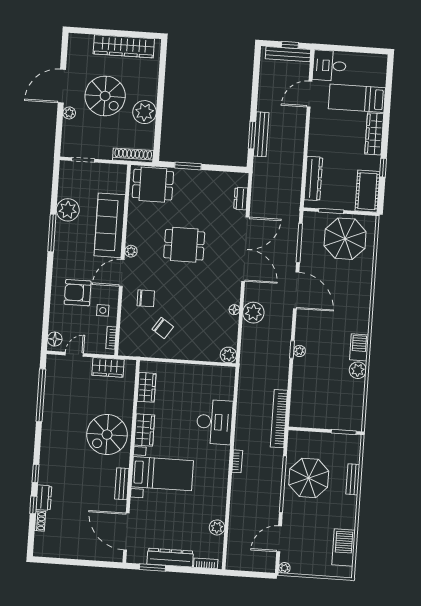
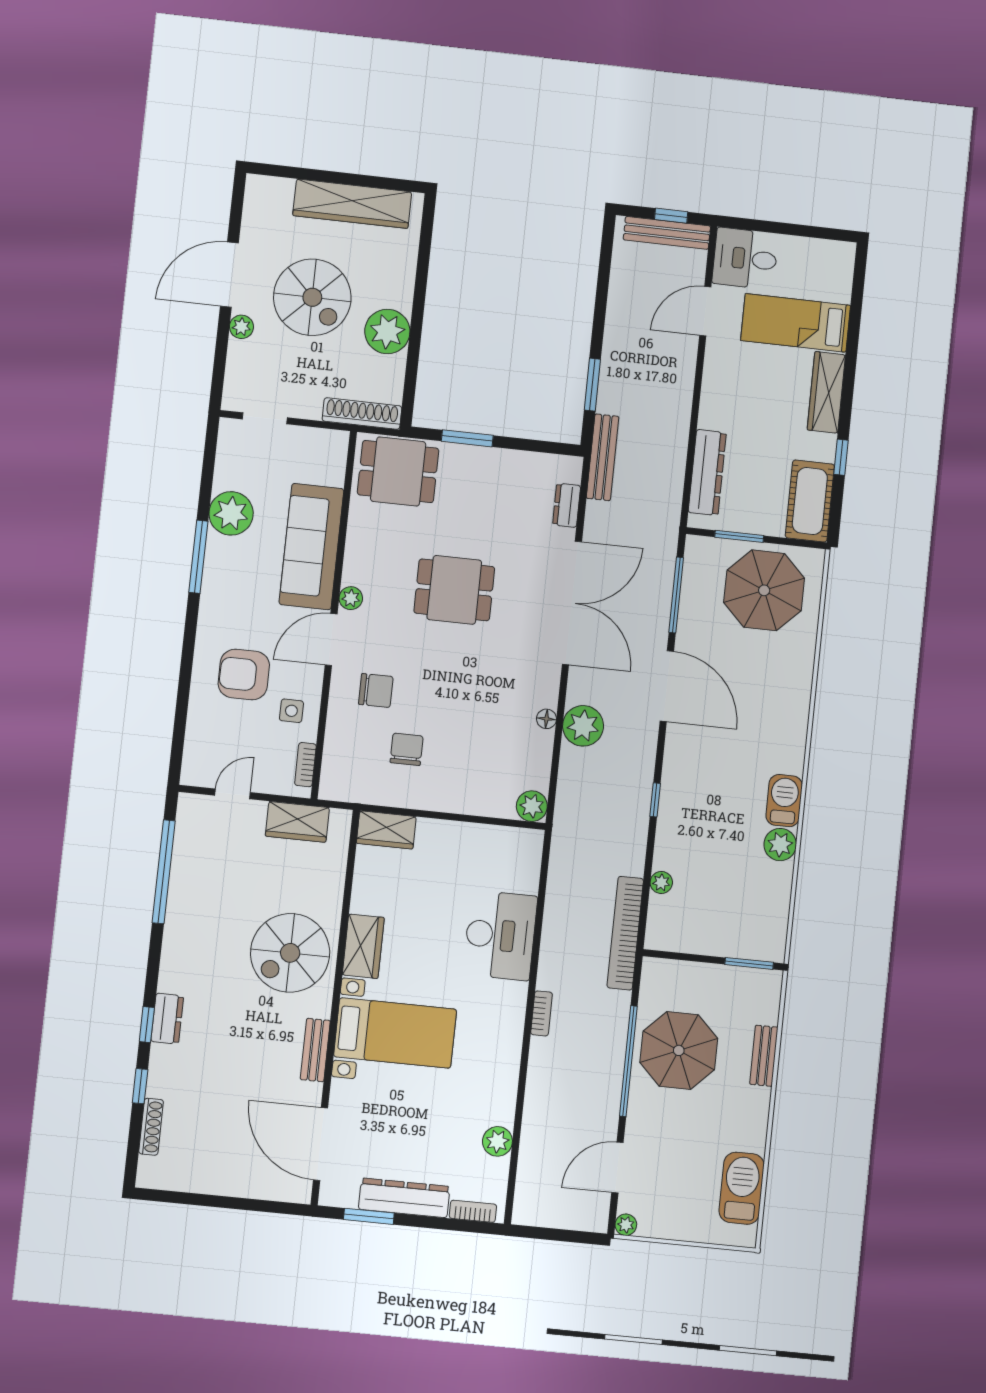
bench: (261, 134) -> (603, 457), moved
chair: (163, 328) -> (407, 749), turned -124
floor lamp: (55, 339) -> (196, 763), removed
plant: (299, 351) -> (661, 882), moved
wardrobe: (147, 387) -> (386, 830), moved, turned 90
dresser: (44, 498) -> (167, 1019), moved
shoe rack: (40, 521) -> (151, 1127), width x1.43

